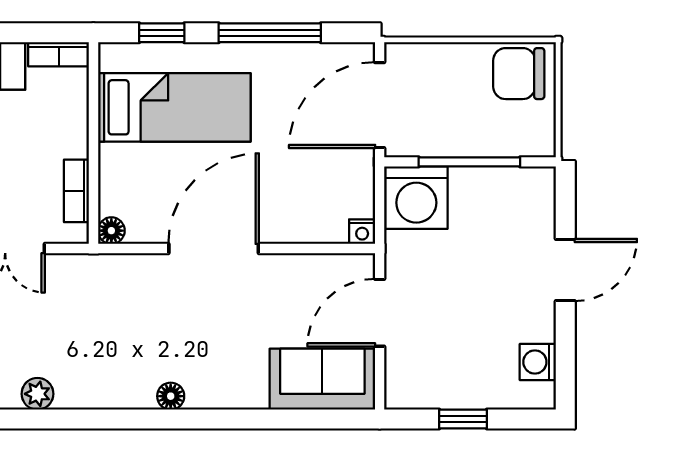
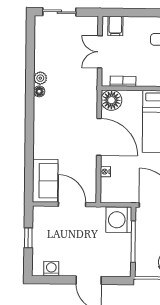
floor lamp: (111, 231) -> (111, 100), width x1.89, depth x1.89
nightstand: (362, 232) -> (105, 172), moved
plant: (37, 394) -> (40, 78), moved
floor lamp: (171, 396) -> (39, 91), moved

